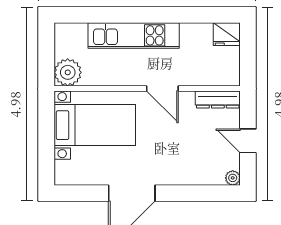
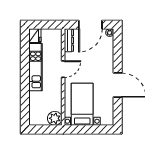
kitchen unit: (134, 35) -> (36, 67), moved
door: (248, 141) -> (90, 25), width x1.87

